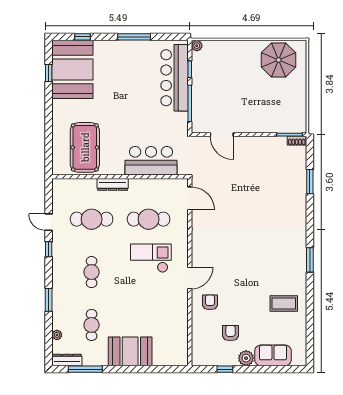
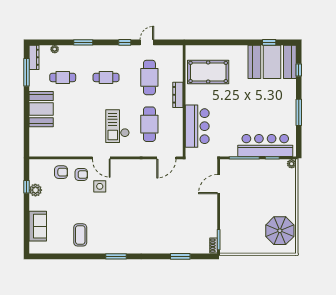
checkout: (151, 258) -> (117, 126), turned 180
side table: (224, 280) -> (100, 186), added
armchair: (230, 333) -> (61, 172), moved
plant: (246, 358) -> (35, 190), moved

